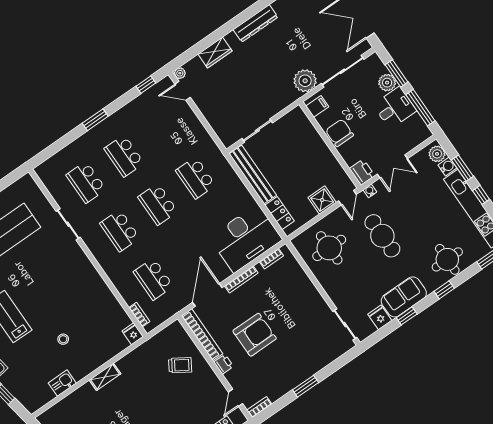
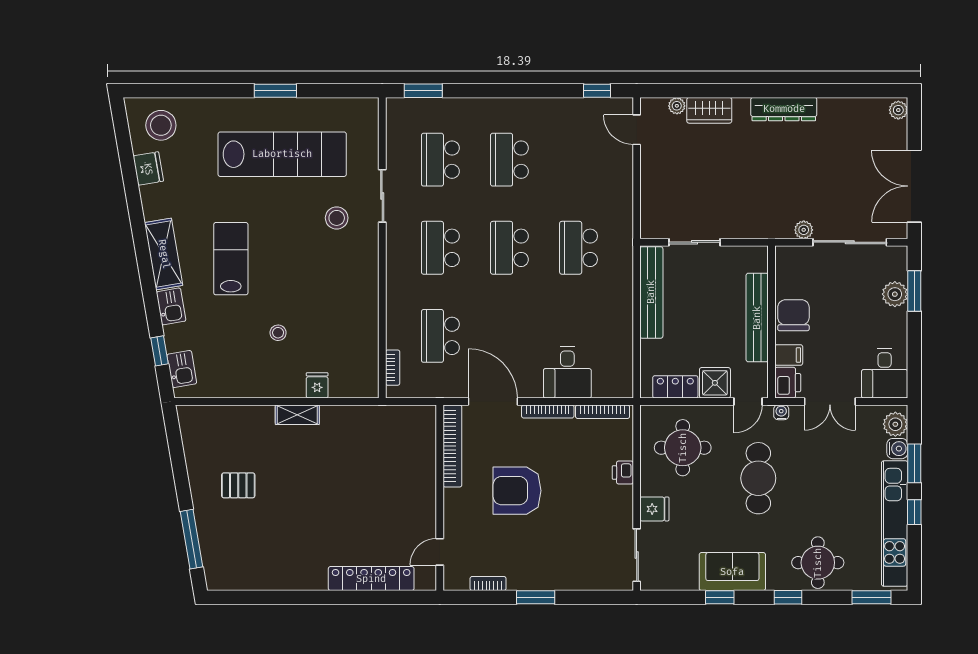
plant: (180, 73) -> (677, 106), moved
plant: (305, 81) -> (804, 230), width x0.53, depth x0.53
filing cabinet: (317, 106) -> (789, 355), moved
desk: (395, 108) -> (885, 373), moved, turned 90
window: (420, 108) -> (914, 353), removed
window: (95, 120) -> (423, 91), moved
bench: (320, 148) -> (757, 318), added
locker: (279, 213) -> (675, 387), moved, turned -90
desk: (246, 238) -> (567, 373), width x0.53, depth x0.77
stool: (51, 254) -> (337, 218), added
bookcase: (271, 259) -> (603, 412), width x1.56
door: (207, 295) -> (493, 402), hinge flipped
fridge: (380, 317) -> (654, 509), moved, turned 90
fridge: (133, 334) -> (317, 385), moved
armchair: (255, 335) -> (517, 491), turned 180
printer: (224, 364) -> (623, 472), moved, turned 180
trolley: (180, 365) -> (400, 465), removed
kitchen sink: (62, 383) -> (182, 369), moved, turned 80
bookcase: (259, 407) -> (488, 583), moved

